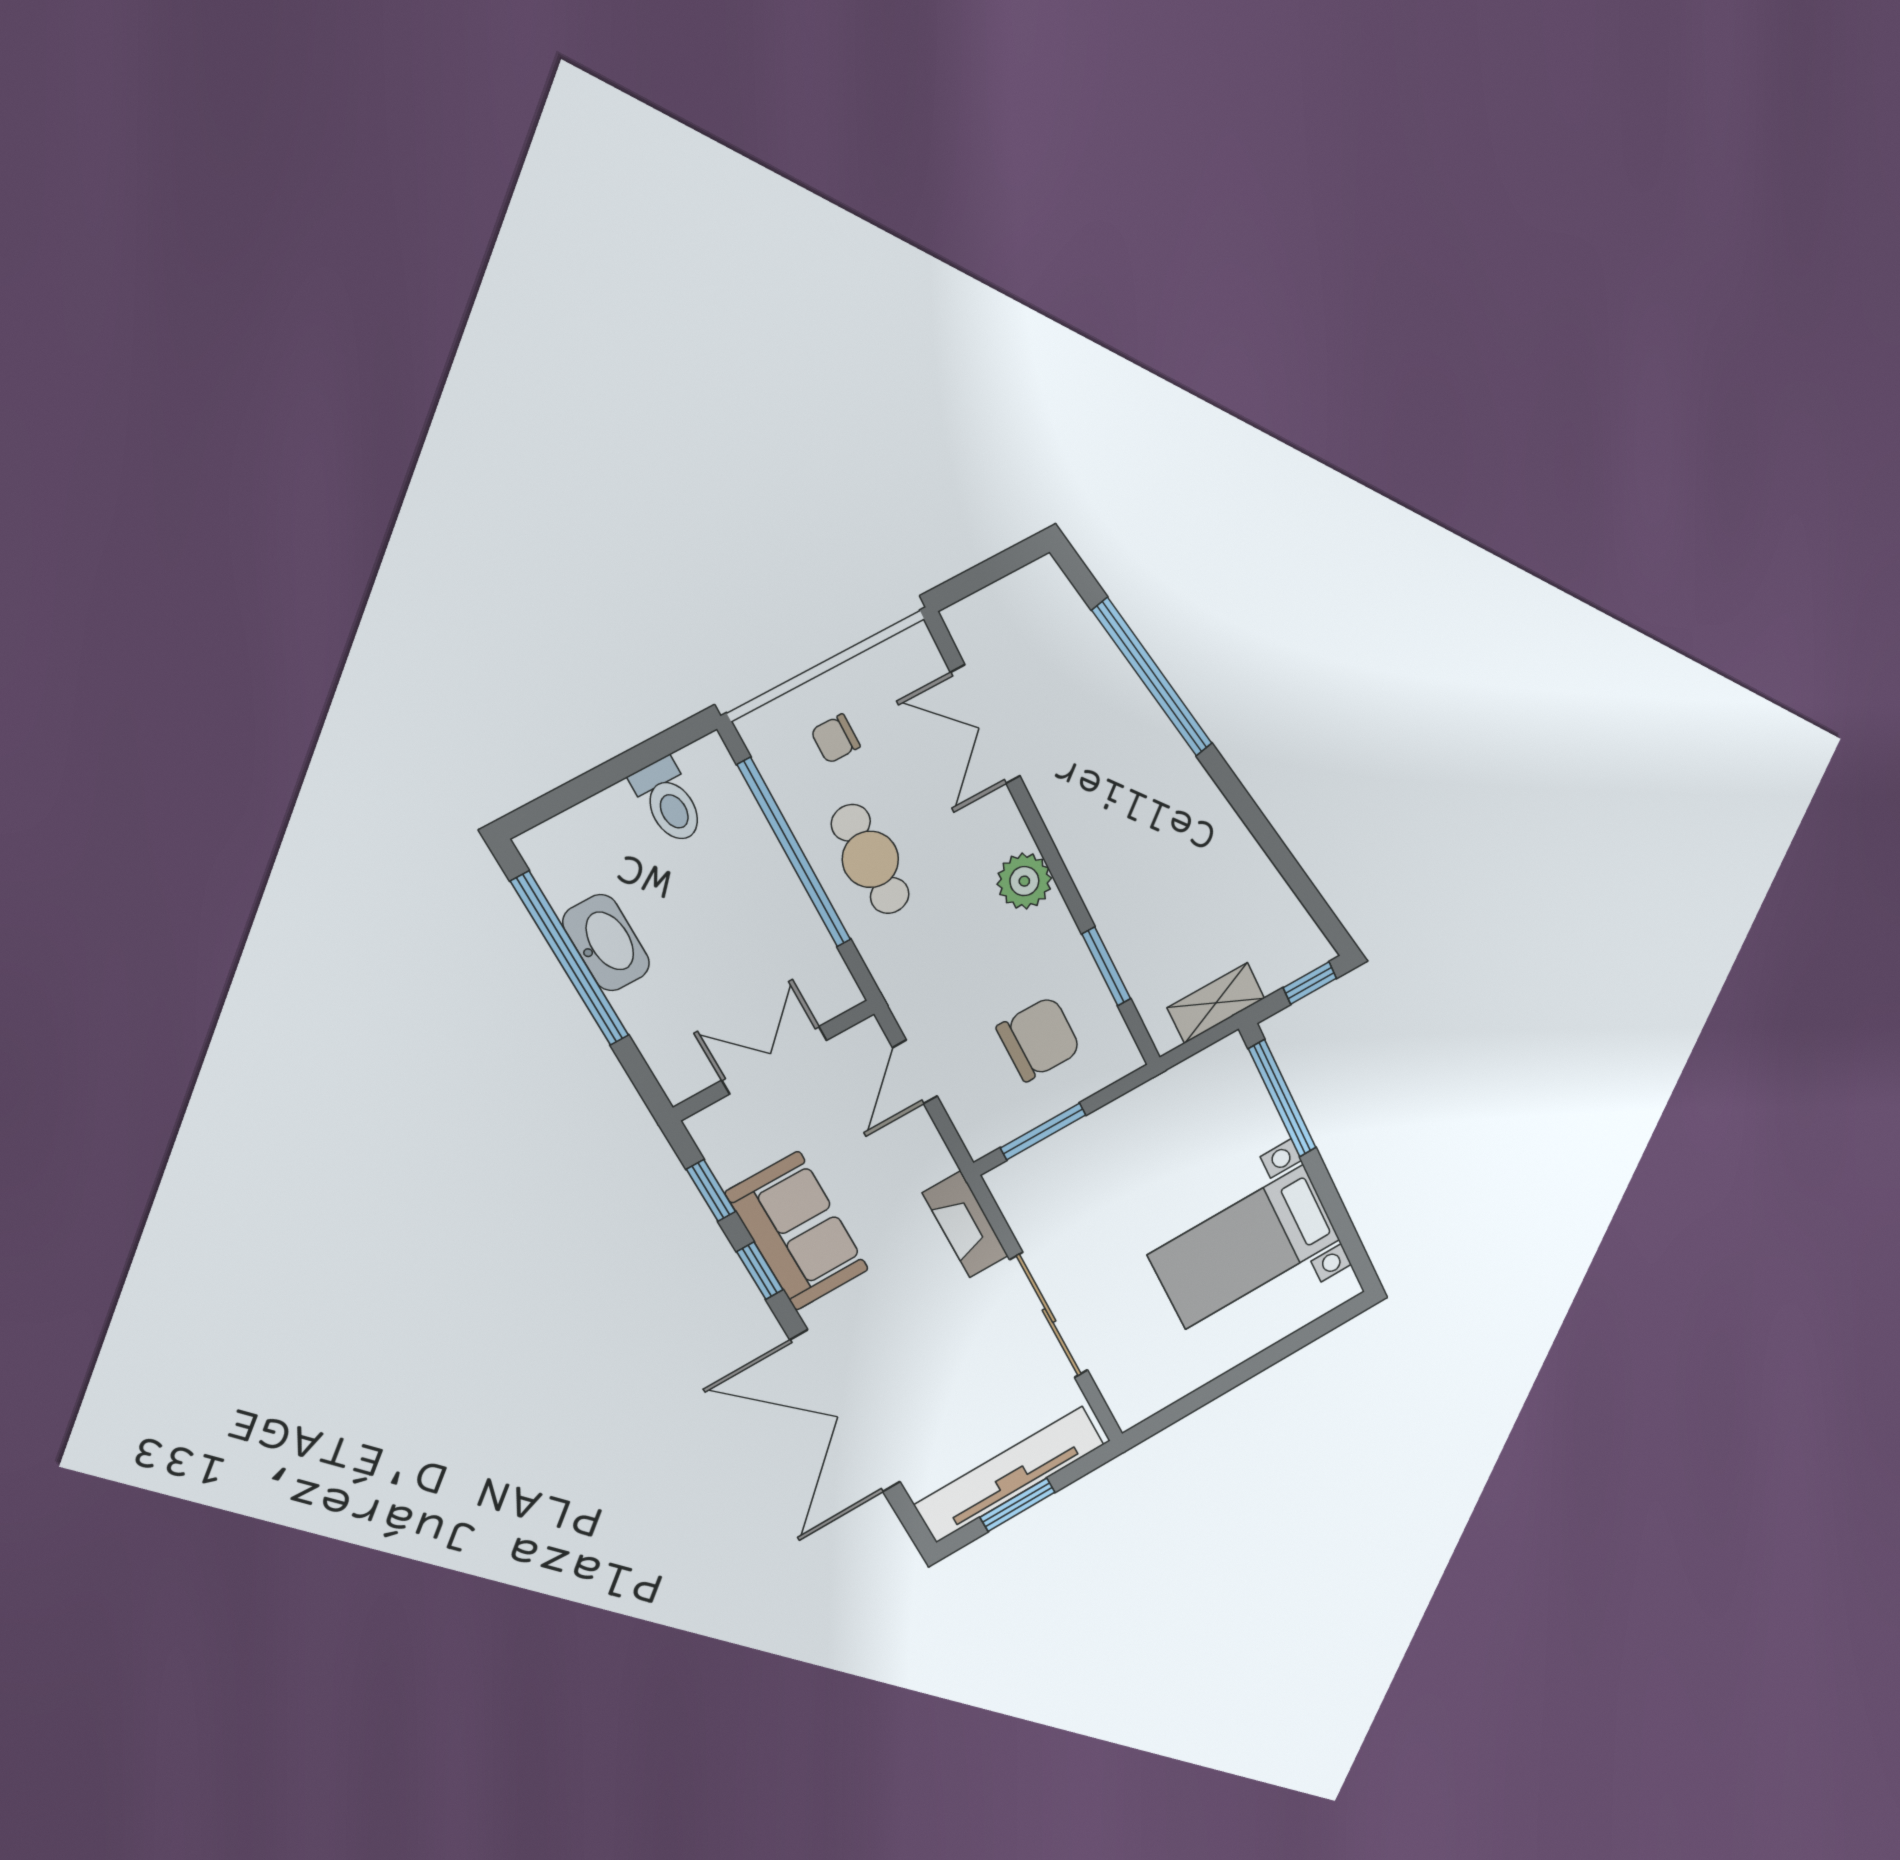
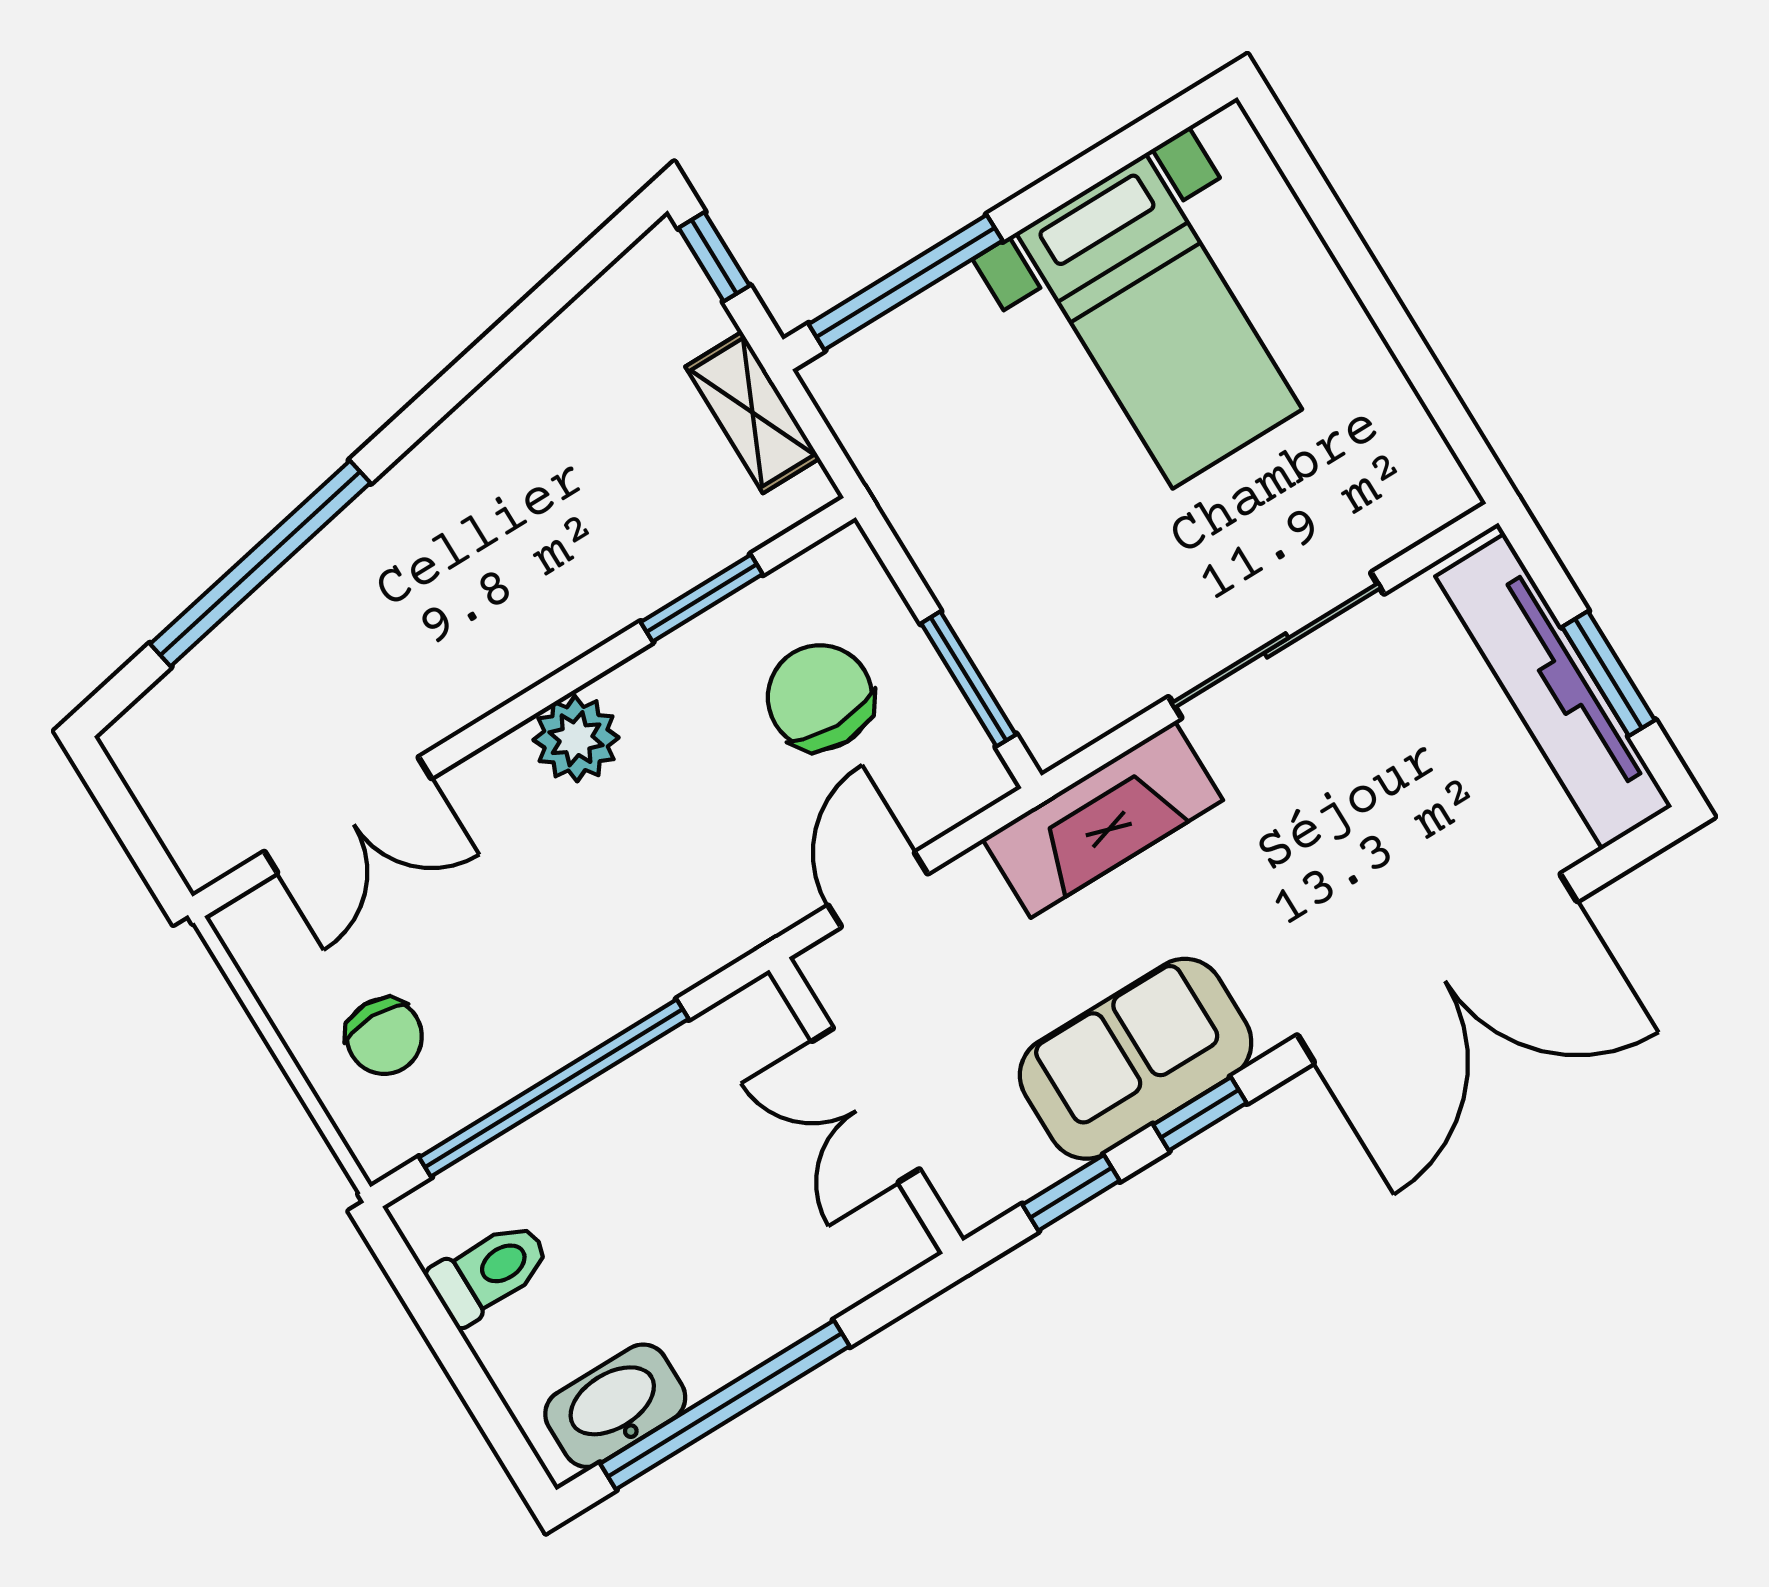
chair: (835, 739) -> (384, 1036), width x1.37, depth x1.37
cafe table: (870, 859) -> (556, 976), removed
washbasin: (606, 943) -> (615, 1406), moved
door: (915, 1072) -> (878, 890), swing flipped
fireplace: (965, 1224) -> (1103, 820), width x1.37, depth x1.32

